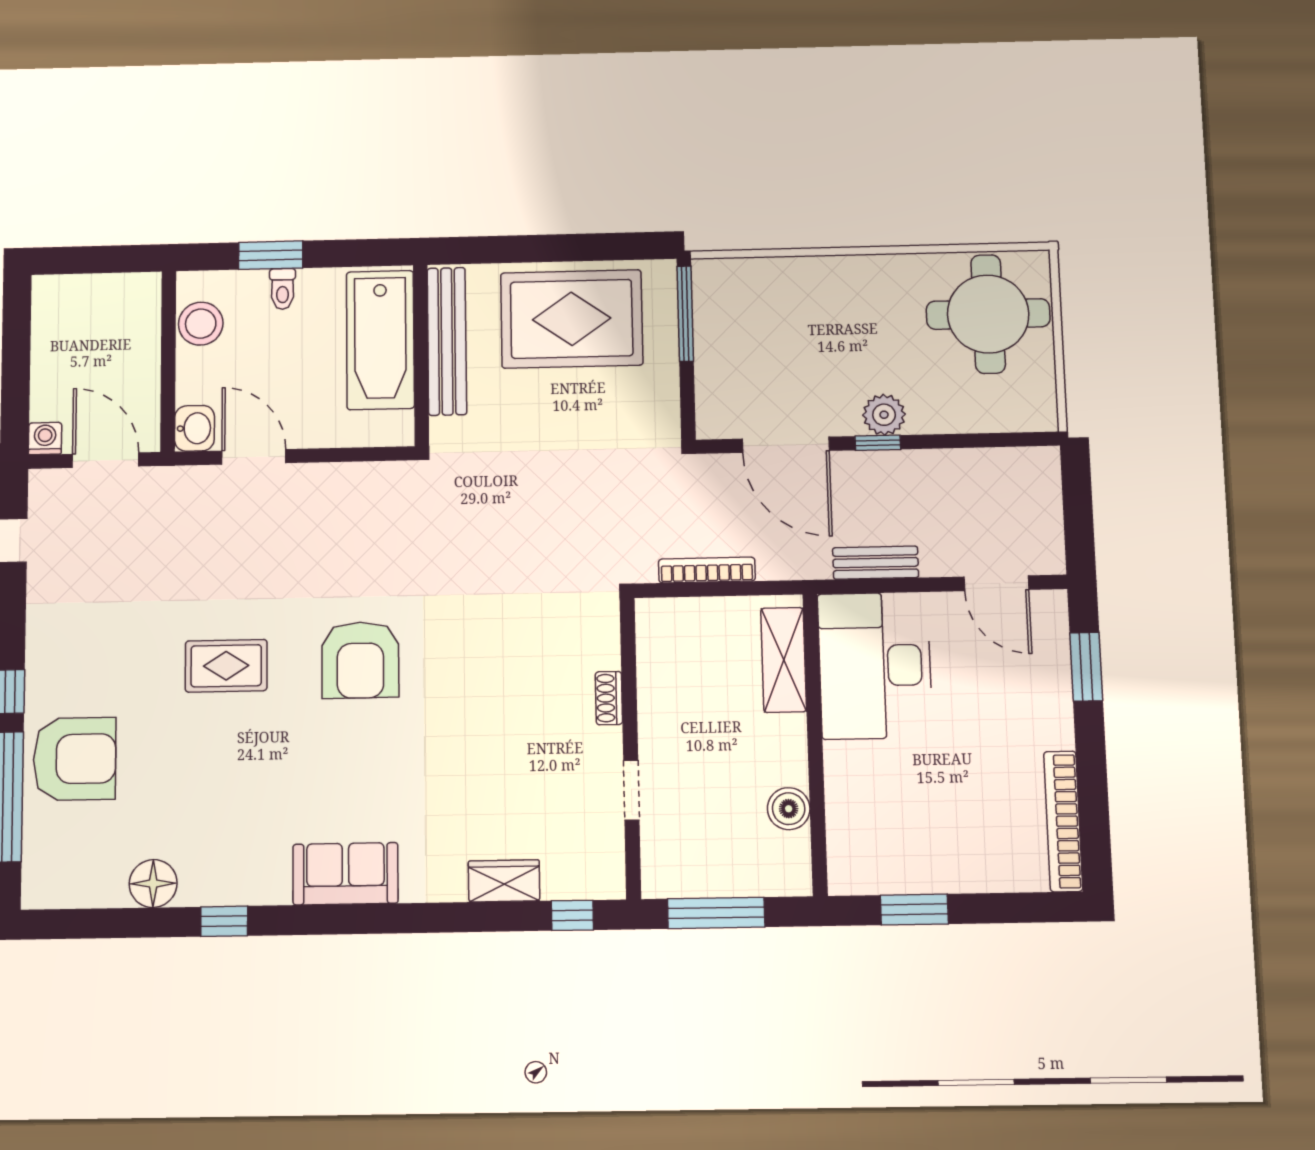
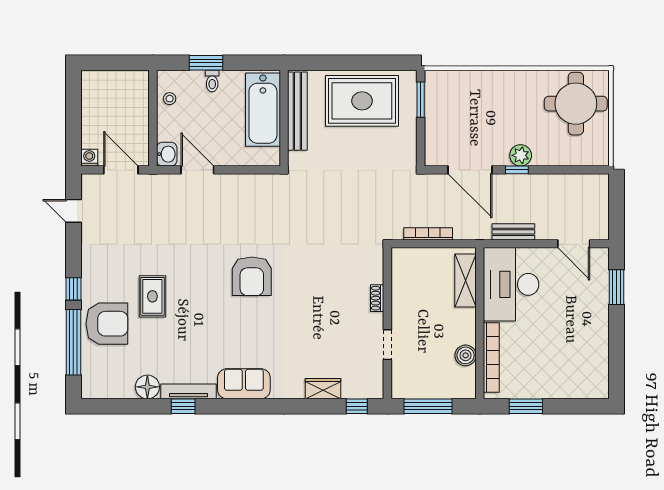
window: (685, 314) -> (421, 100), width x0.69
stool: (201, 324) -> (170, 99), width x0.53, depth x0.53
rug: (226, 666) -> (152, 296), moved, turned 90
bookcase: (1063, 821) -> (491, 358), moved, turned 180
tv unit: (235, 891) -> (189, 391), added

